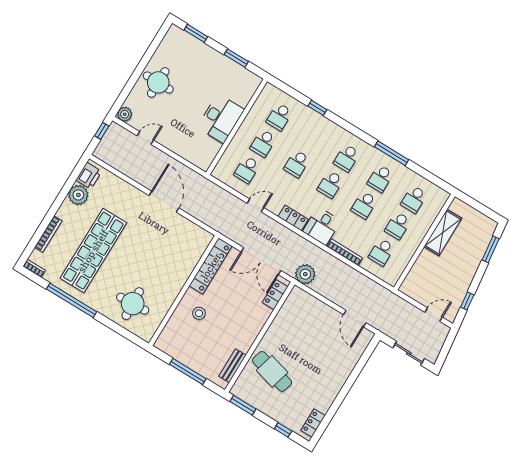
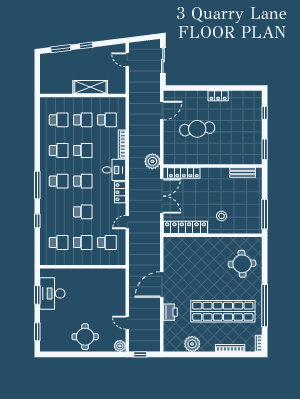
desk: (221, 118) -> (52, 293), moved, turned -90
window: (392, 153) -> (37, 185), moved
printer: (89, 176) -> (170, 312), moved, turned 90
door: (256, 206) -> (127, 222), hinge flipped
shelving: (443, 232) -> (90, 87), moved
locker: (275, 295) -> (184, 173), width x1.53
window: (467, 301) -> (86, 45), moved
window: (188, 371) -> (265, 214), moved
cafe table: (272, 371) -> (197, 129), moved, turned 69
locker: (313, 423) -> (218, 96), moved

